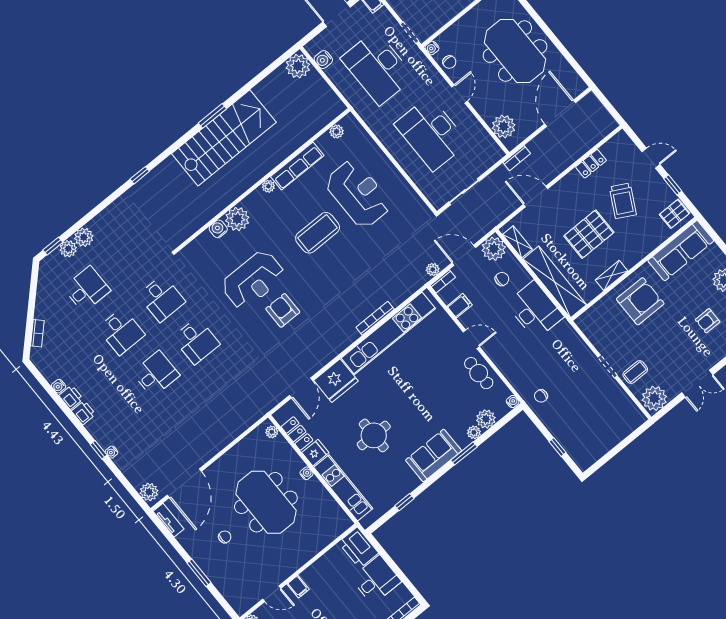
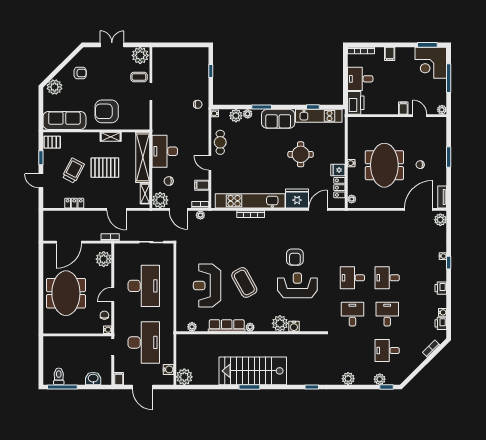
coffee table: (318, 233) -> (244, 282), turned 61
plant: (84, 237) -> (348, 379), moved
desk: (196, 341) -> (352, 278), turned -90
printer: (71, 397) -> (441, 323), moved
kitchen unit: (343, 488) -> (319, 116), moved, turned -90

